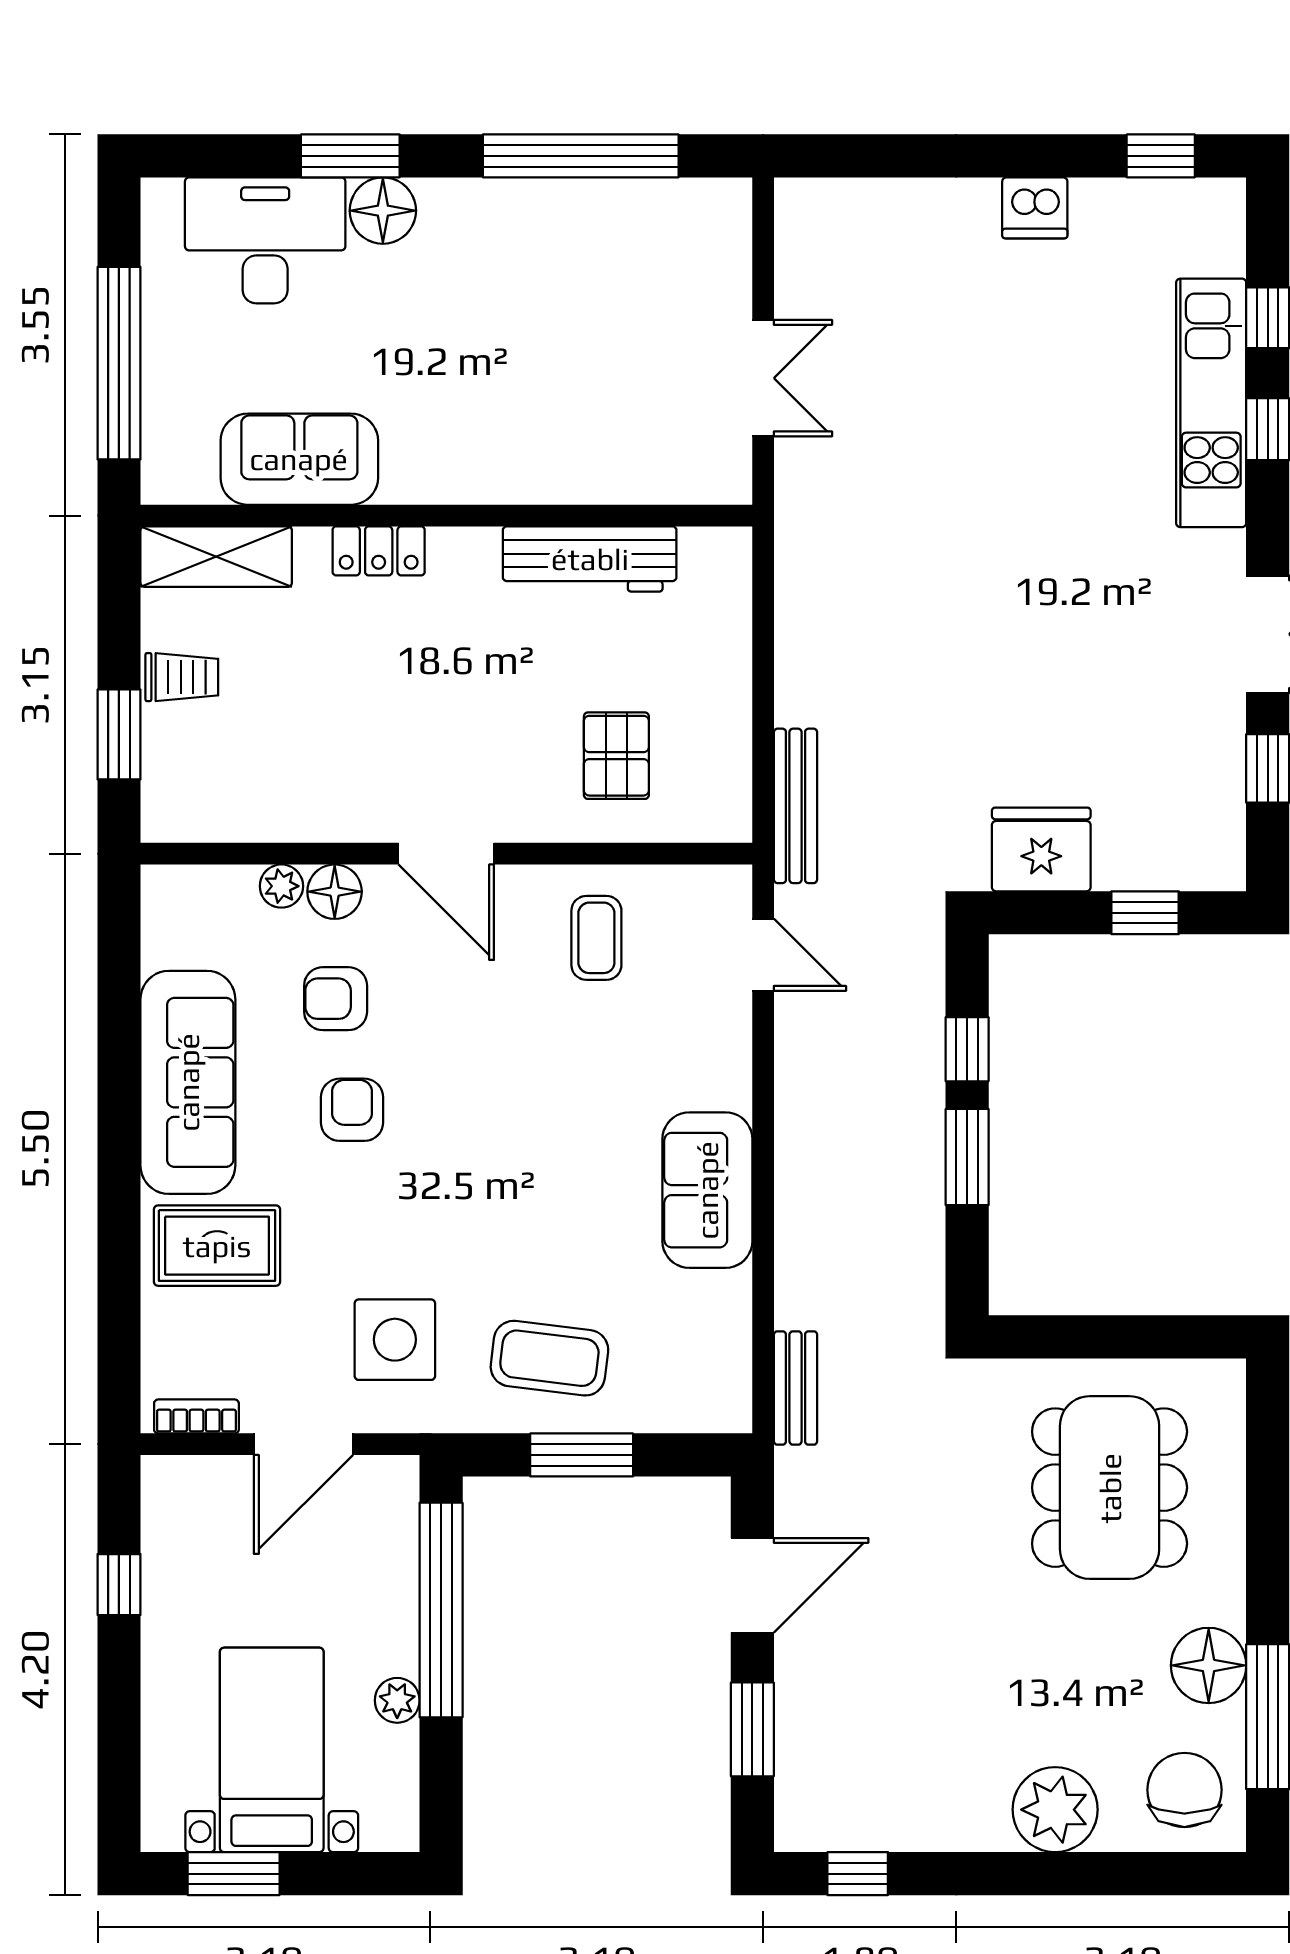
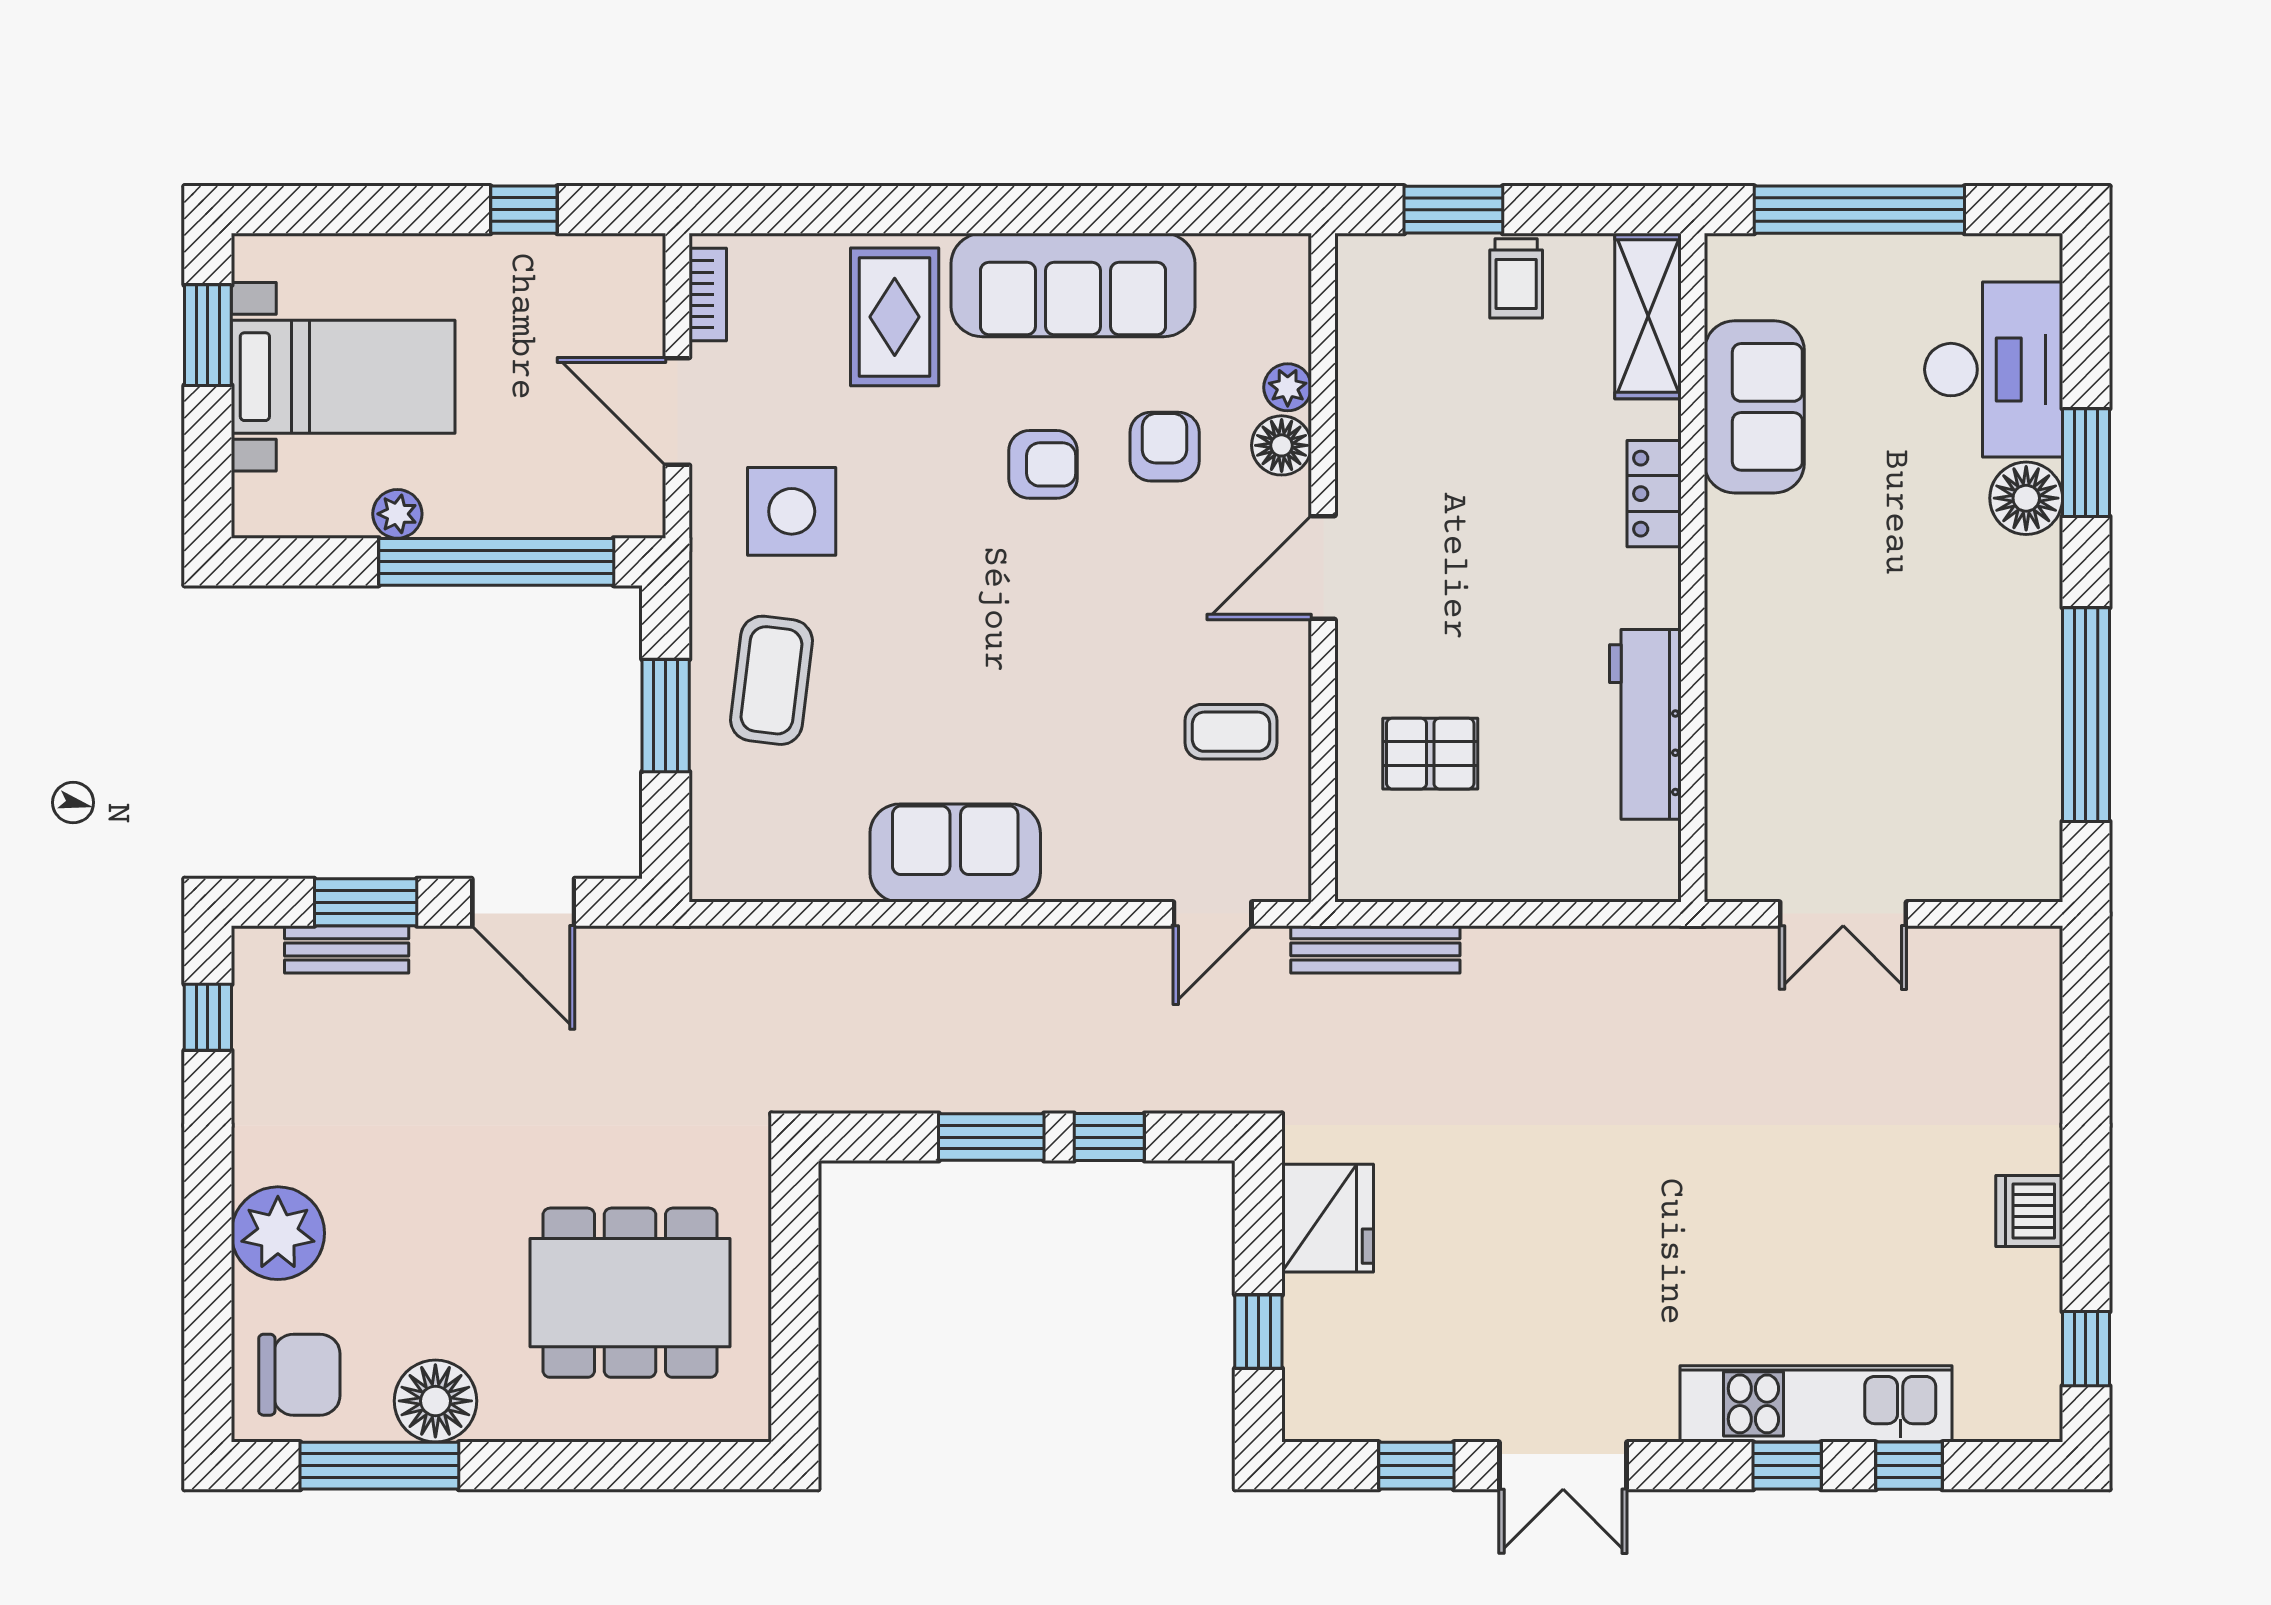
bench: (796, 1388) -> (347, 949), moved

